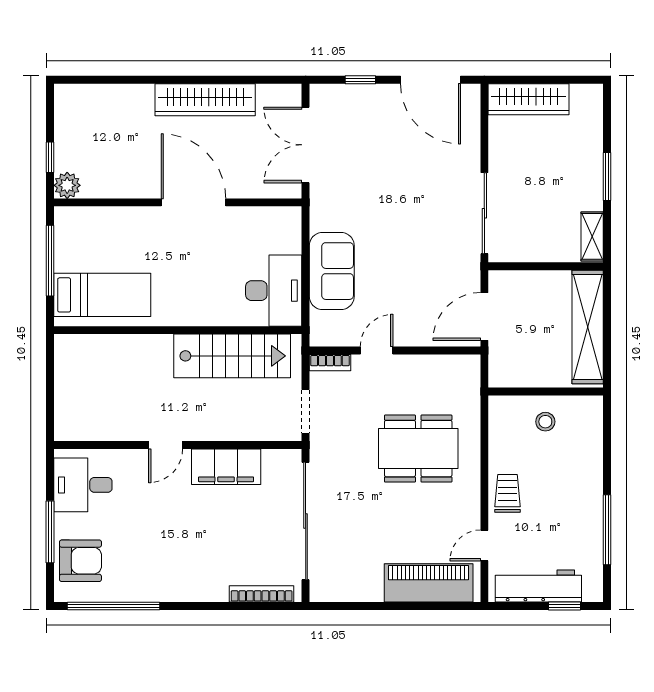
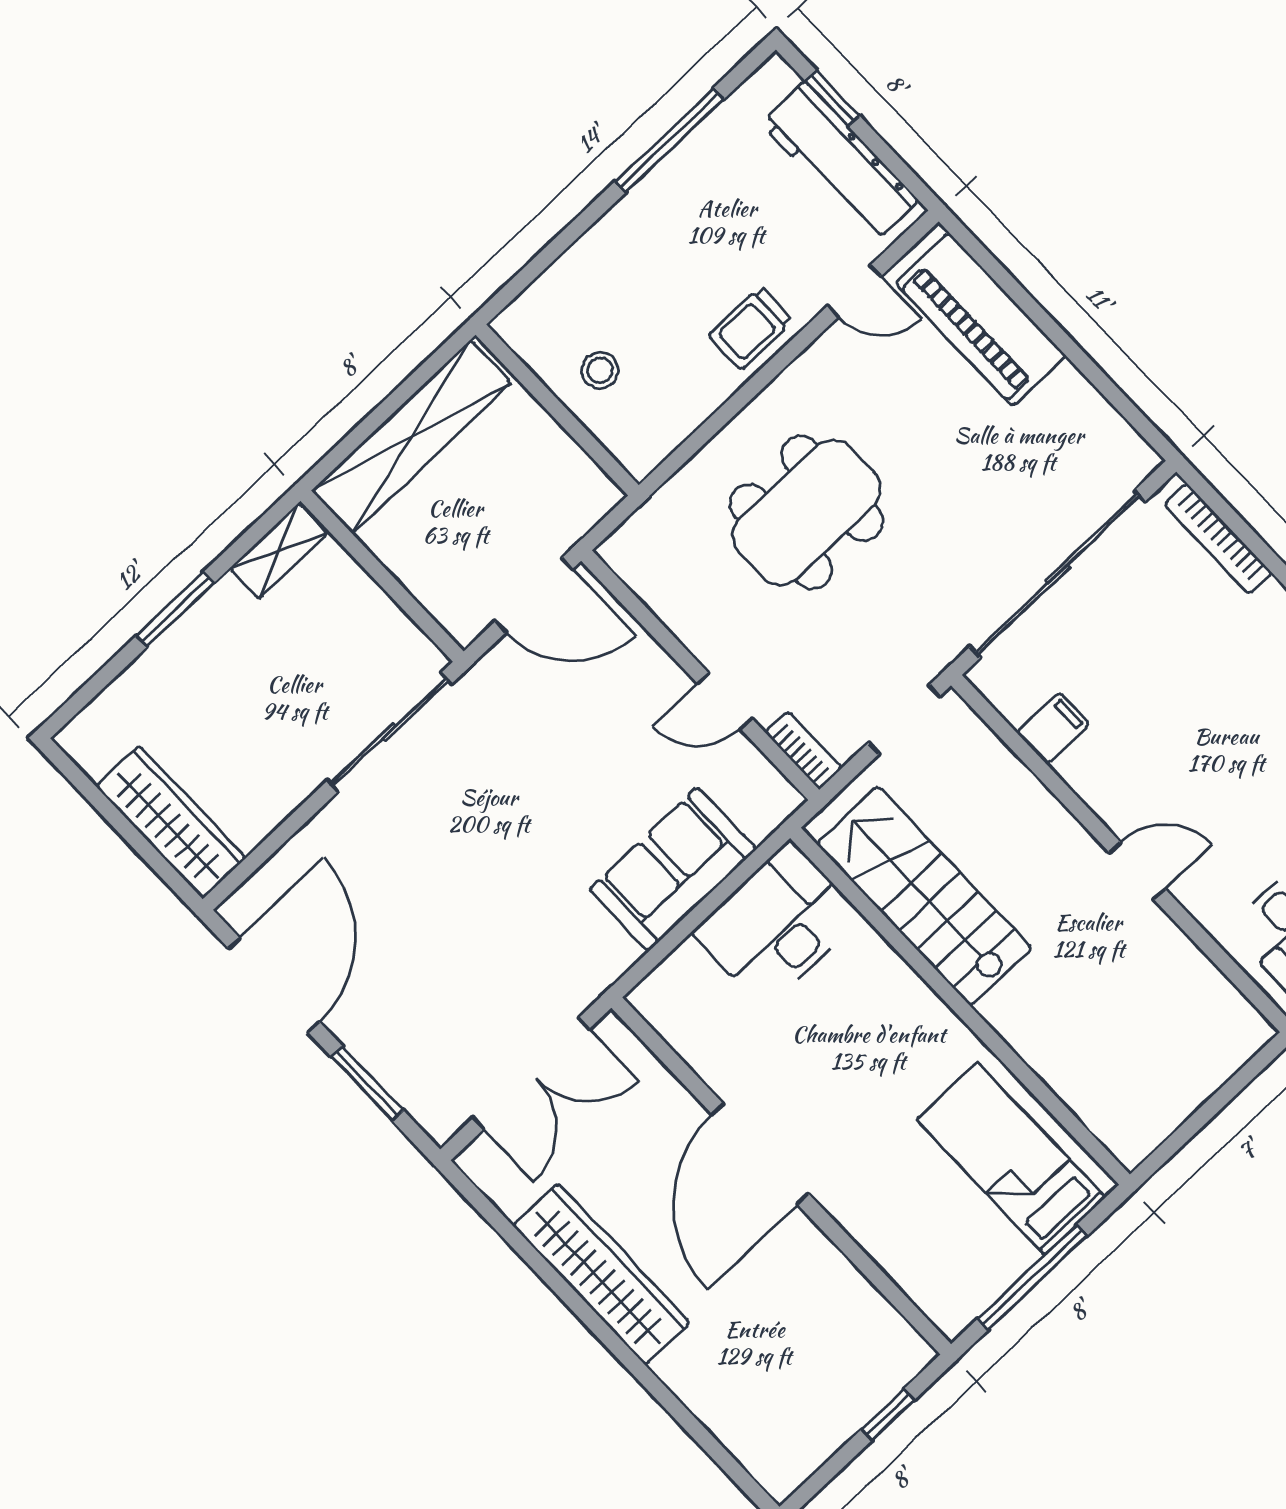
window: (360, 80) -> (367, 1083), width x1.50
plant: (67, 185) -> (904, 1353), removed
dining table: (418, 449) -> (807, 513), turned 90
filing cabinet: (226, 467) -> (1053, 728), width x0.33, depth x0.86

